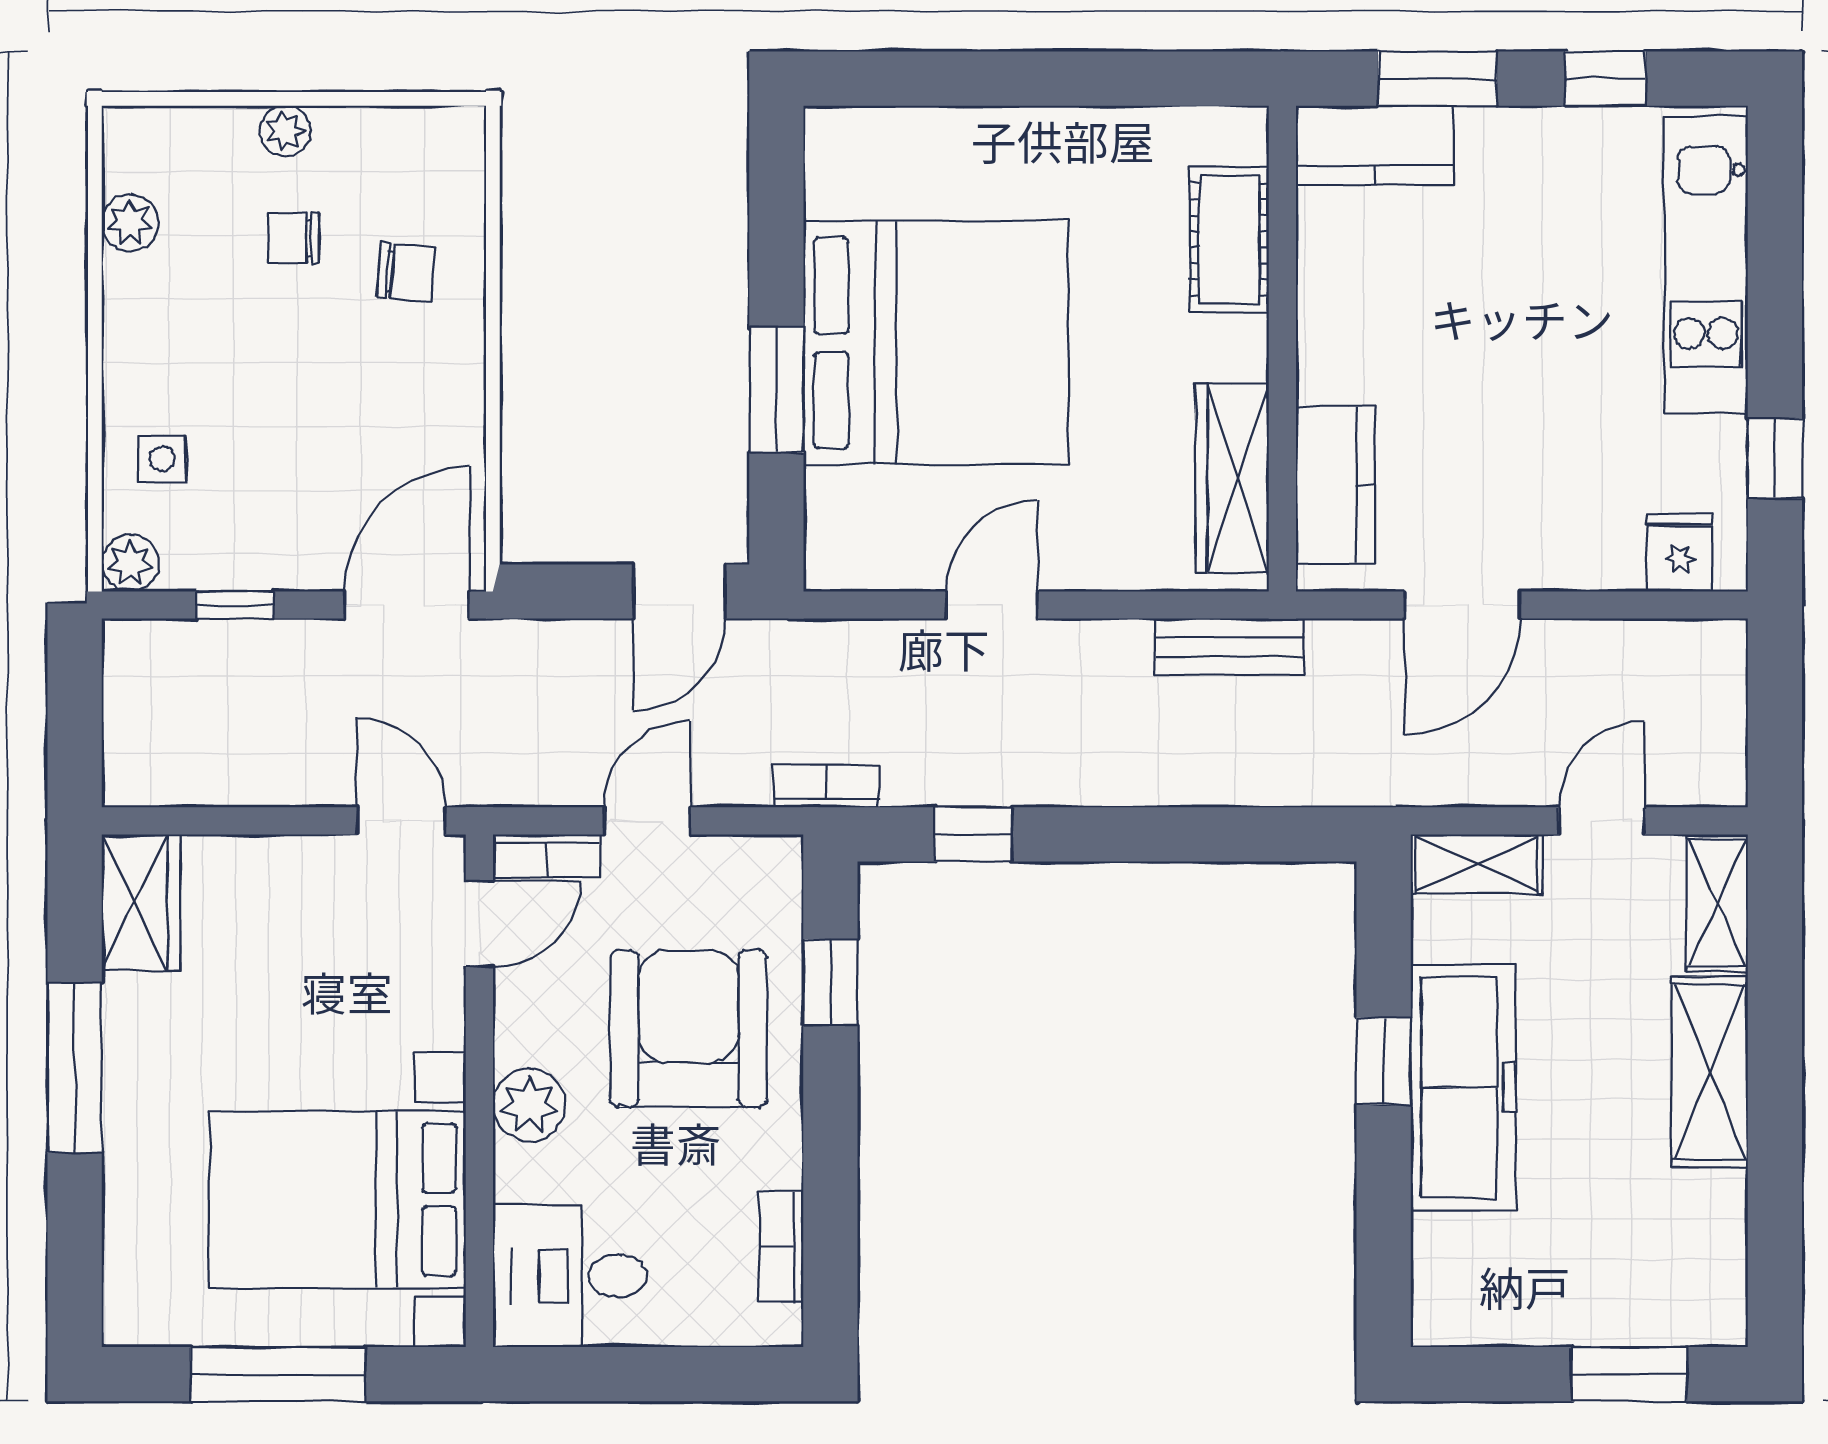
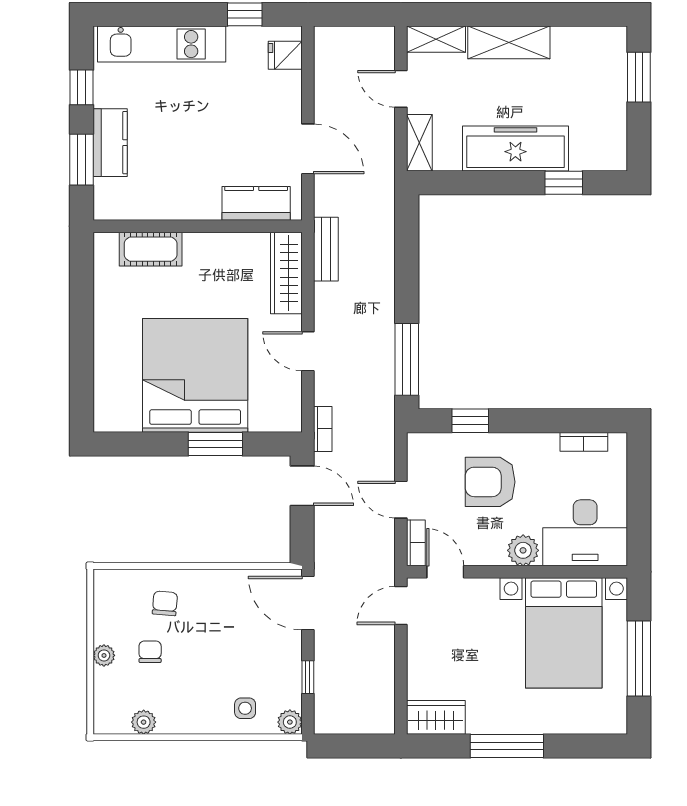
kitchen counter: (1375, 145) -> (110, 143), moved
chair: (294, 238) -> (150, 652), turned 180
wardrobe: (1232, 478) -> (286, 273), moved, turned 90
bookcase: (826, 786) -> (323, 429), moved, turned 180
window: (973, 834) -> (407, 359), width x2.17
armchair: (688, 1028) -> (490, 482), width x0.73, depth x0.73
window: (1384, 1061) -> (564, 183), moved
desk: (570, 1276) -> (585, 533), width x1.37

